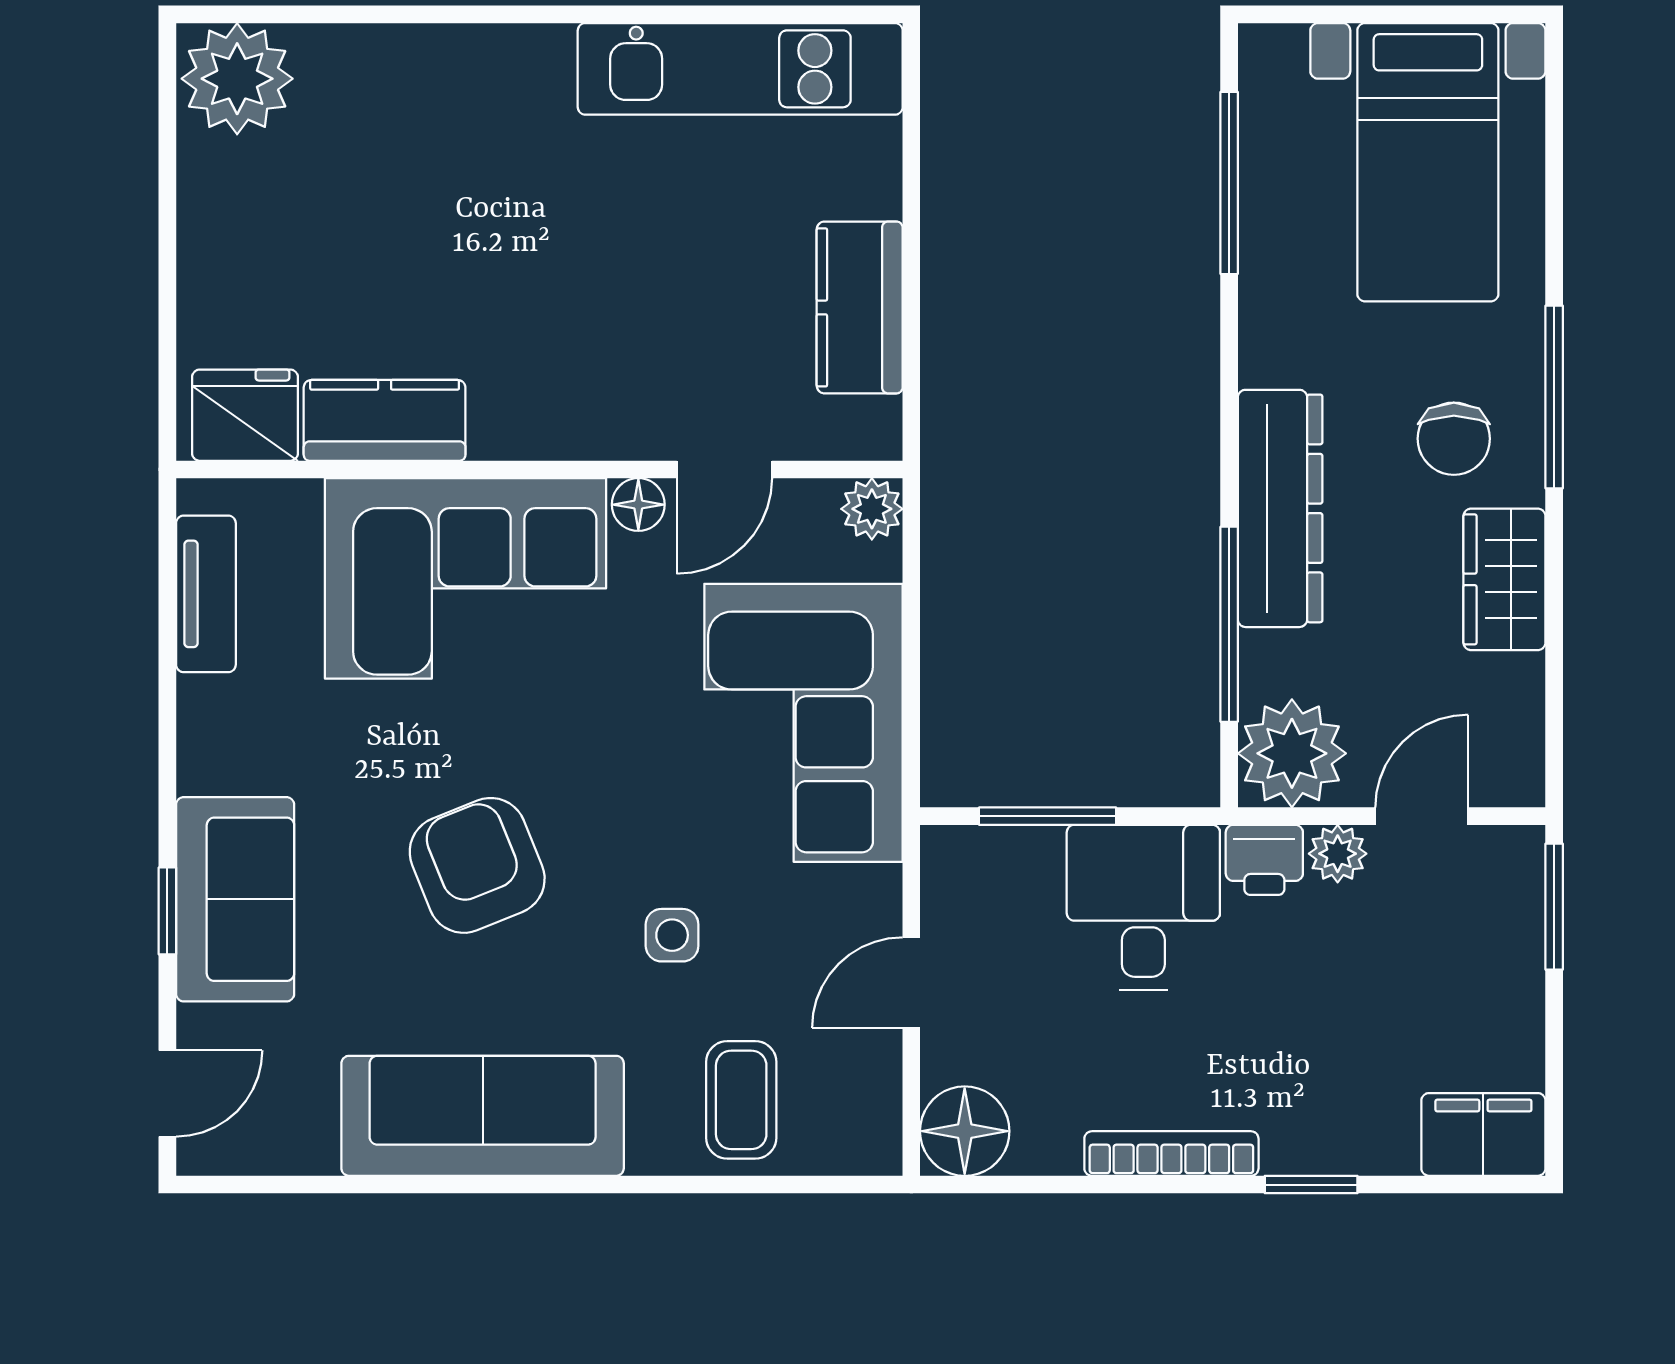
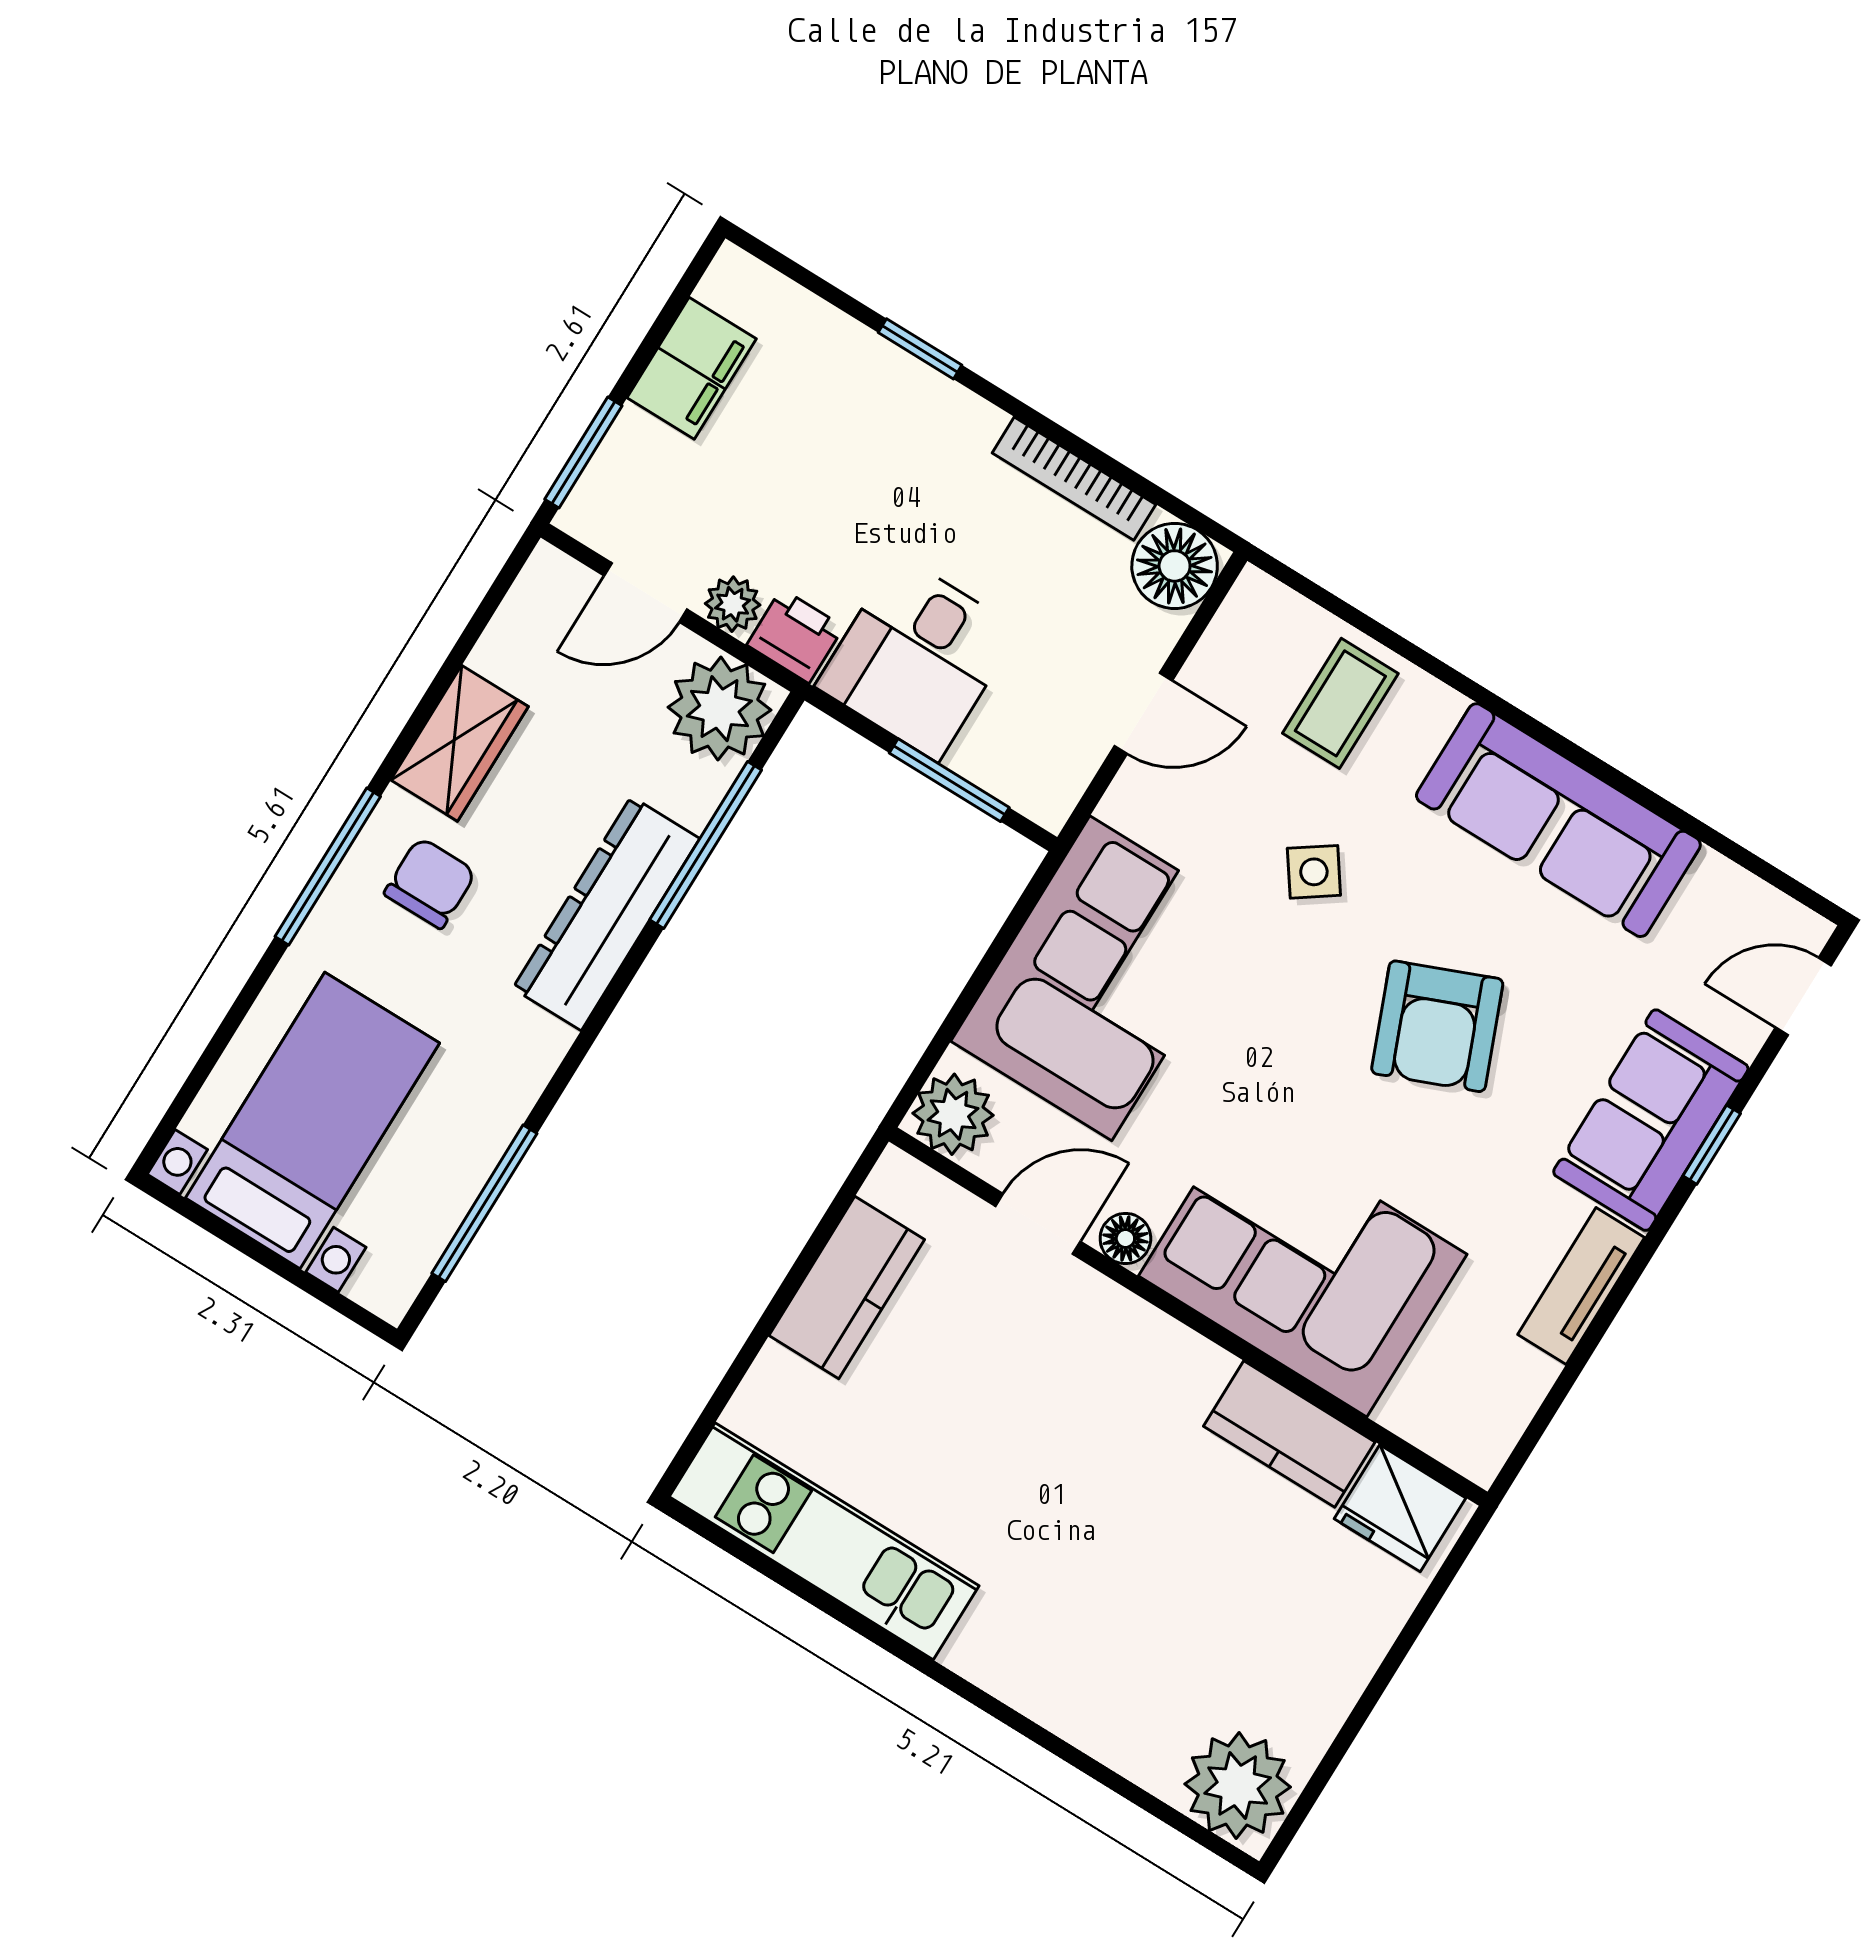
plant: (872, 509) -> (953, 1114), width x1.38, depth x1.38
tv unit: (206, 594) -> (1581, 1286), moved
side table: (672, 935) -> (1314, 872), turned -35
filing cabinet: (1483, 1134) -> (692, 368), moved, turned -90
bookcase: (1171, 1154) -> (1074, 479), moved

